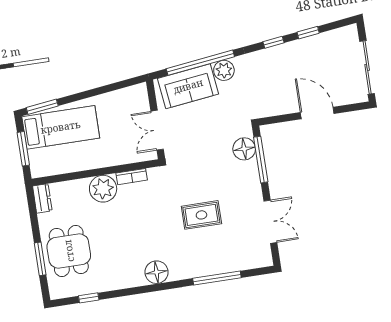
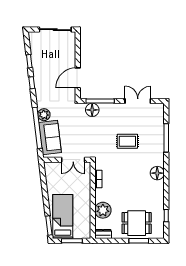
door: (317, 113) -> (78, 78), moved
plant: (103, 189) -> (103, 210), moved
rug: (201, 215) -> (127, 141), turned 90

